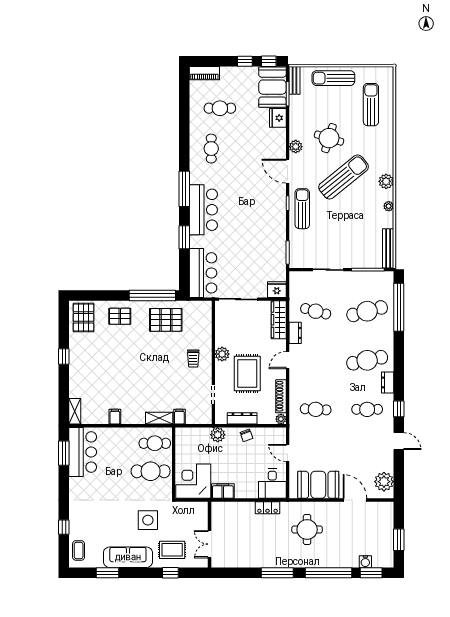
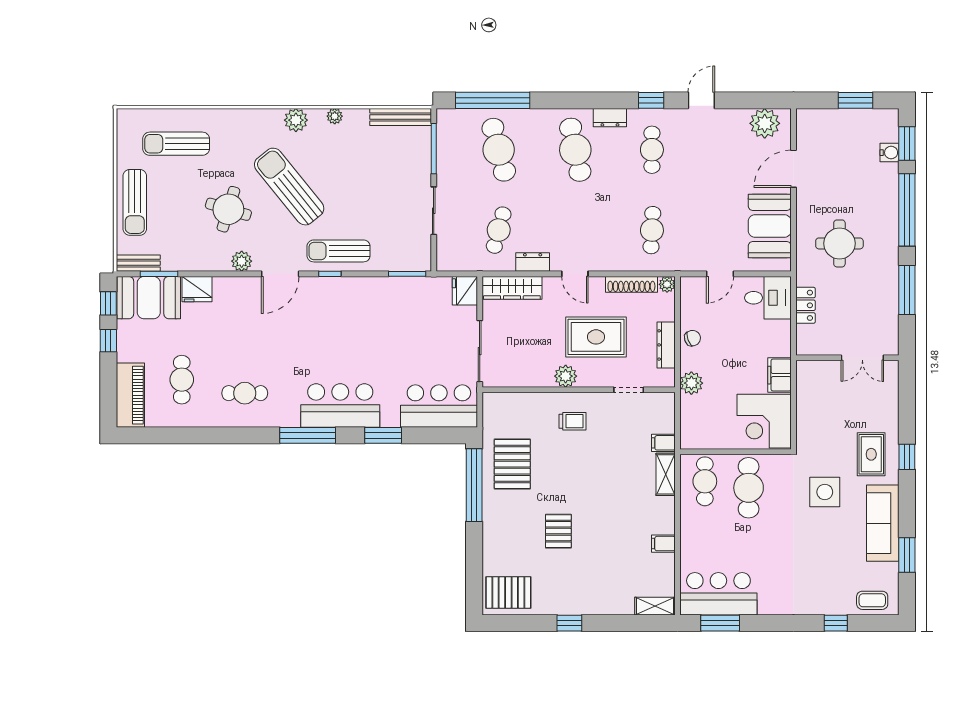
piano: (204, 73) -> (130, 395), width x1.37, depth x1.33
pallet: (120, 316) -> (558, 531), moved
wall: (210, 535) -> (847, 358), moved
double door: (210, 544) -> (862, 358), moved

